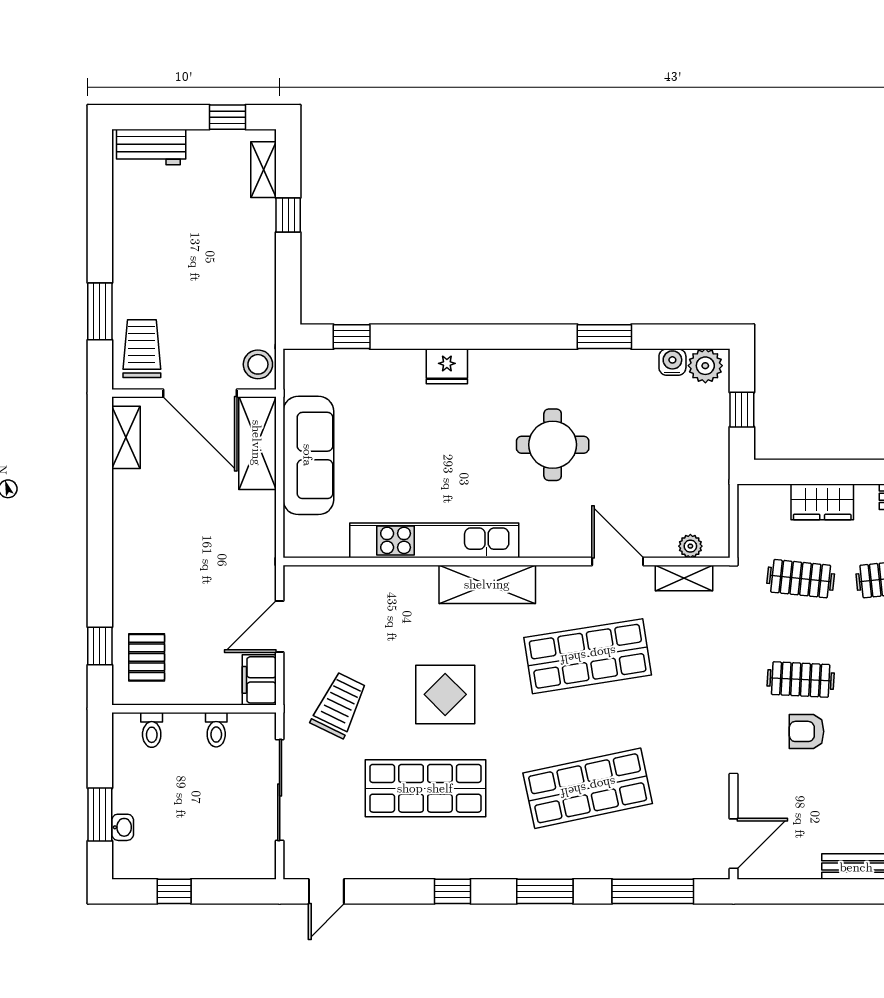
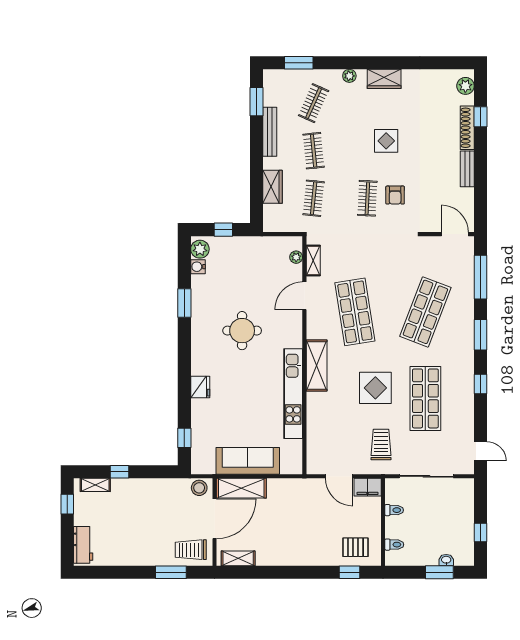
trolley: (339, 705) -> (381, 445), turned 64
shop shelf: (588, 788) -> (425, 312), turned 33

